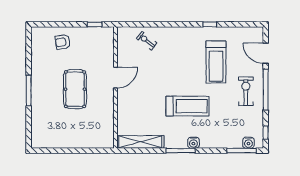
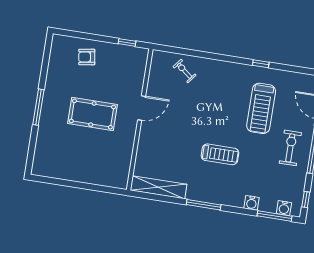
pool table: (75, 89) -> (92, 114), turned 90
treadmill: (188, 106) -> (220, 154), width x0.73, depth x0.73
water cooler: (193, 143) -> (252, 203), moved

